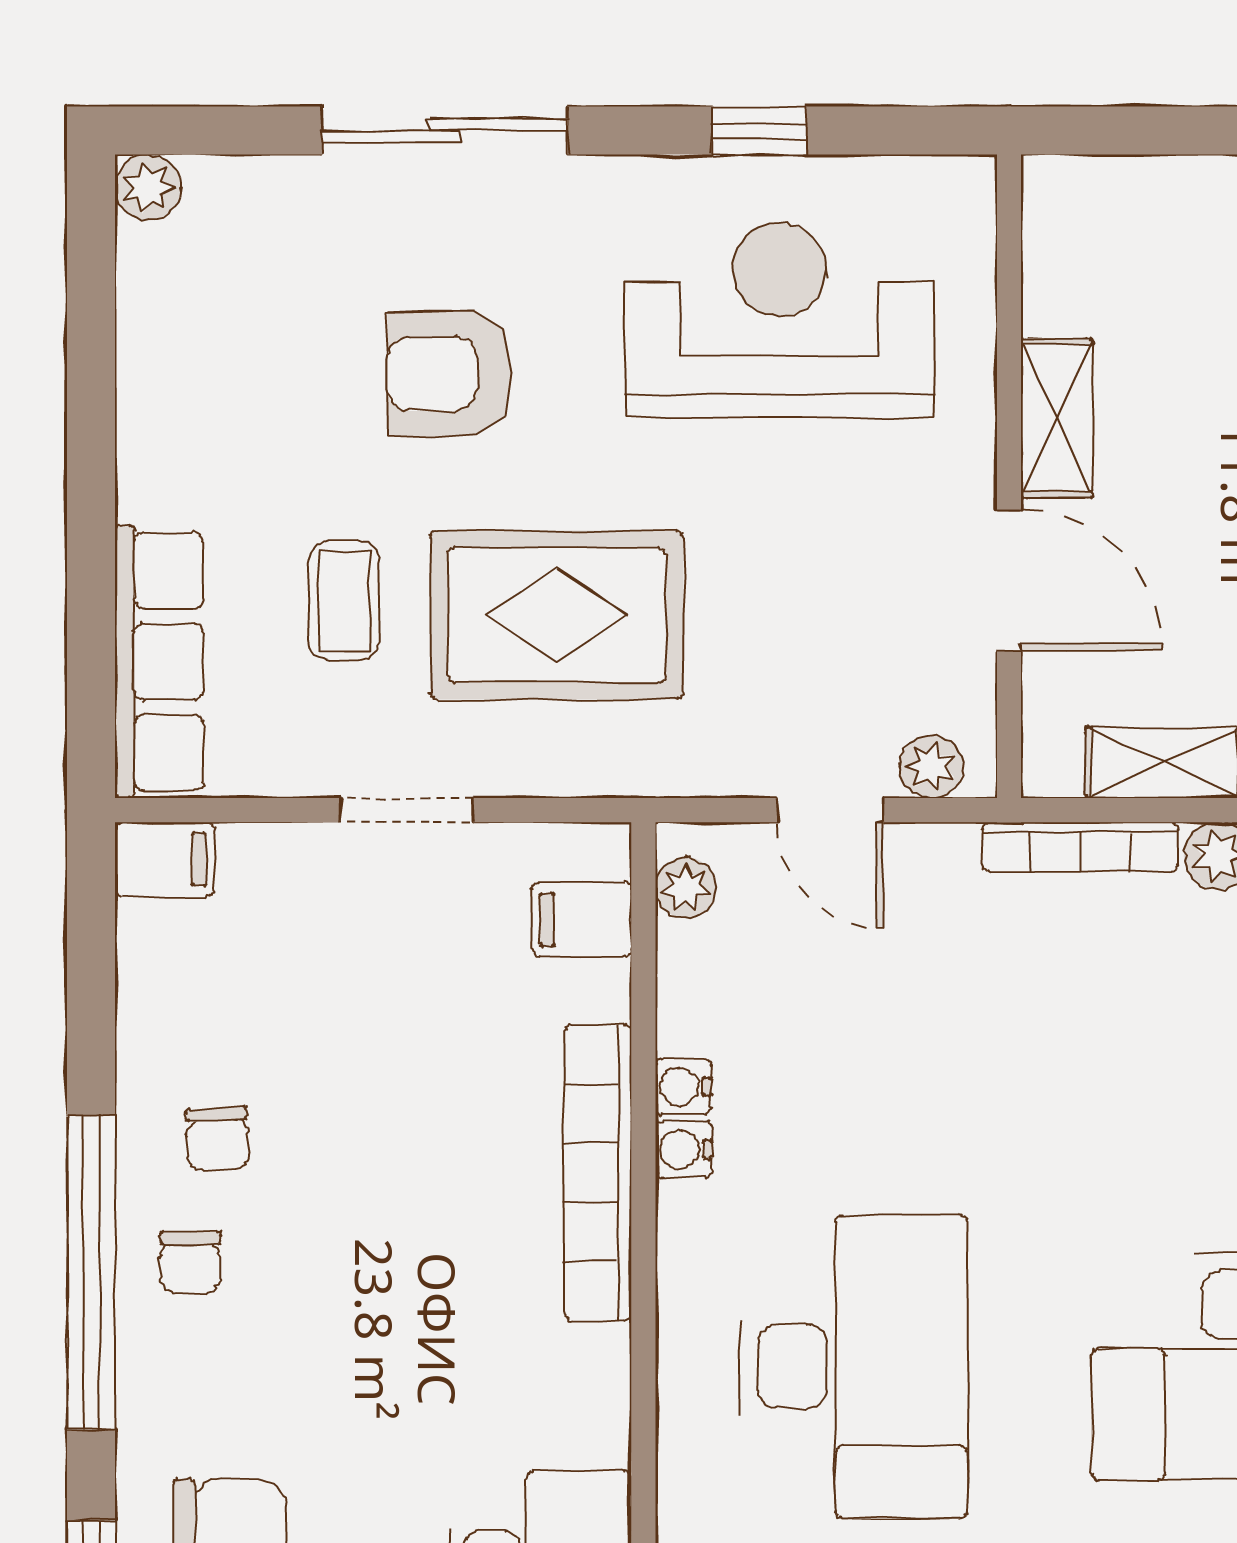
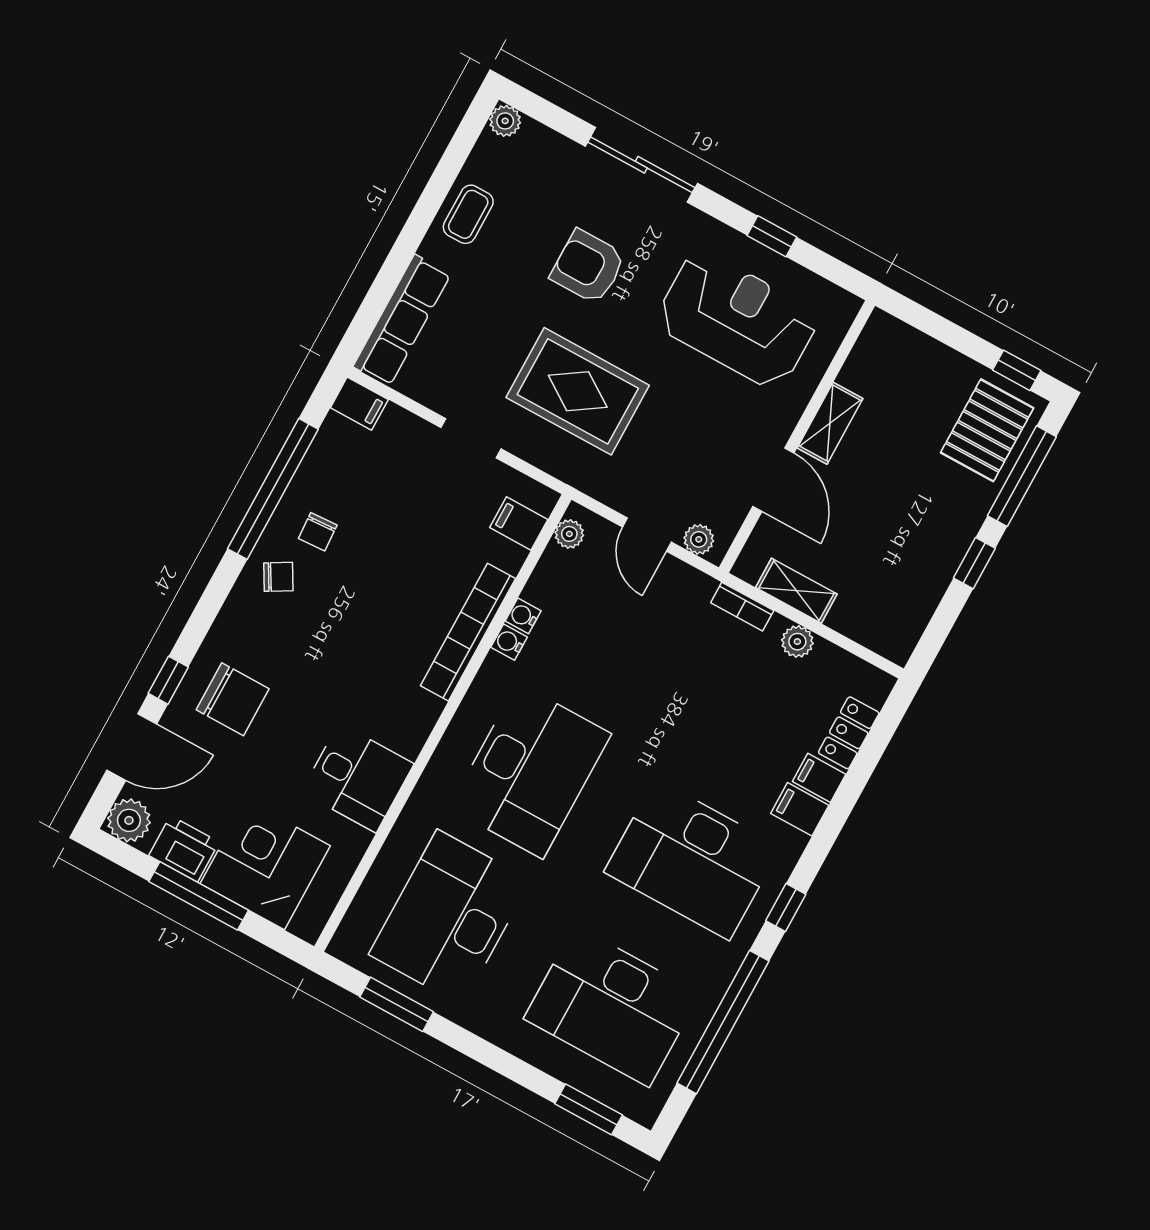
coffee table: (344, 601) -> (468, 214), moved
bookcase: (1080, 847) -> (742, 607), width x0.64
chair: (190, 1262) -> (278, 577), turned -120
window: (91, 1272) -> (273, 489), moved

